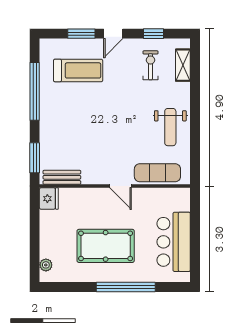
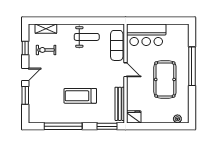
door: (113, 34) -> (25, 74), hinge flipped
treadmill: (78, 70) -> (80, 96), moved, turned -90
bench: (62, 177) -> (120, 104), width x1.36
door: (120, 186) -> (125, 70), hinge flipped
bar counter: (174, 242) -> (146, 35), moved

